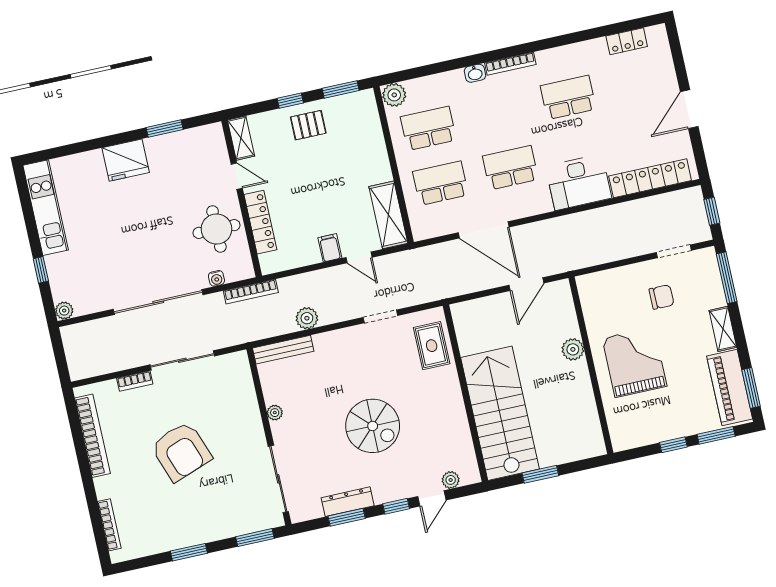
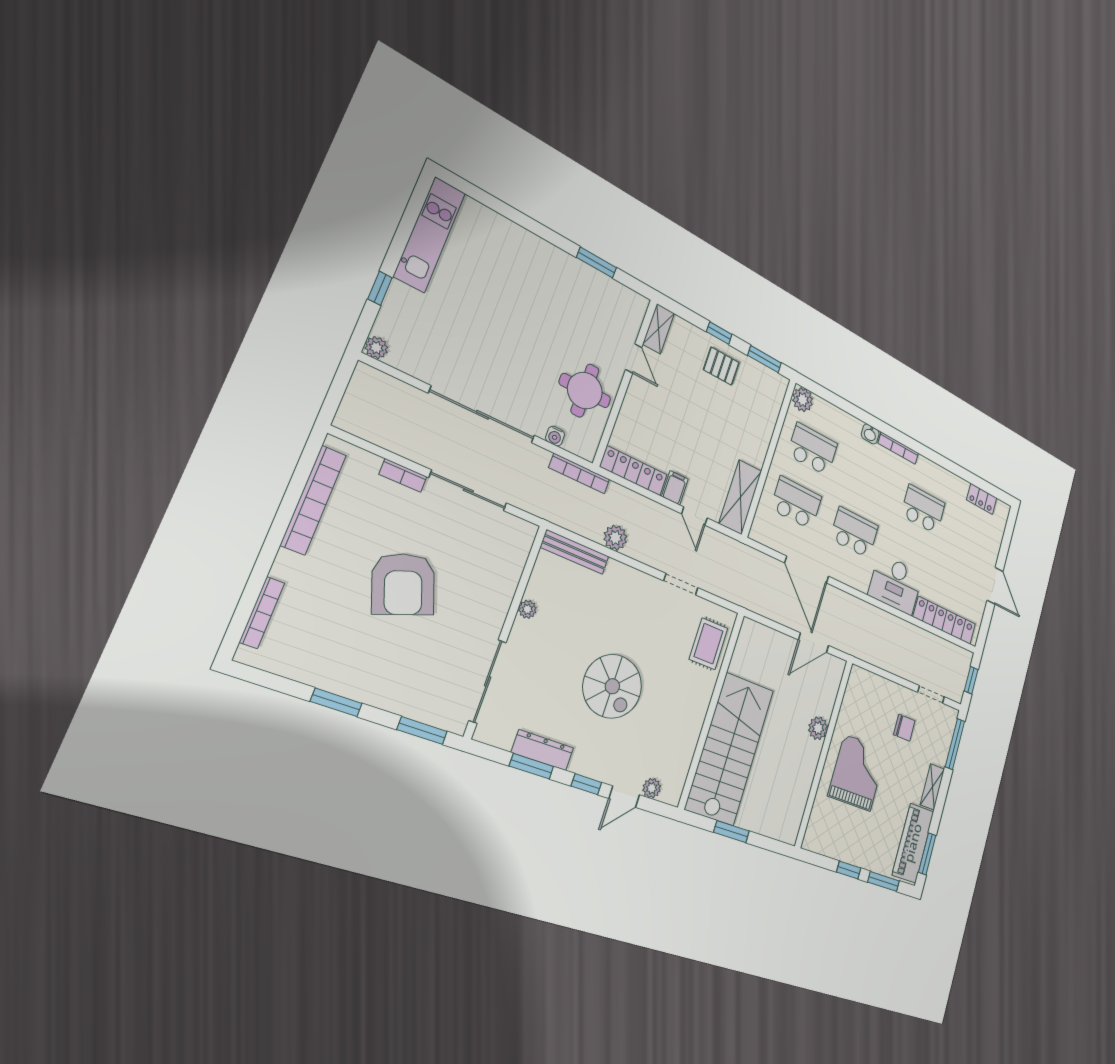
door: (689, 109) -> (995, 586), swing flipped
fridge: (126, 160) -> (541, 259), removed
locker: (260, 222) -> (634, 471), moved, turned -90

